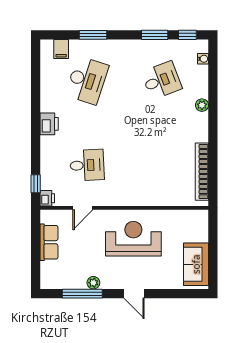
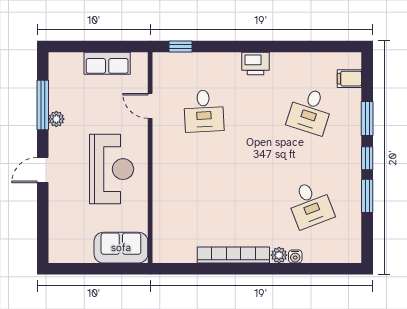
window: (187, 35) -> (367, 158), moved
water cooler: (203, 59) -> (295, 256), moved
desk: (87, 80) -> (310, 111), width x0.73
bookcase: (202, 172) -> (233, 255), moved
printer: (47, 198) -> (162, 61), removed
sofa: (196, 264) -> (121, 248), moved

